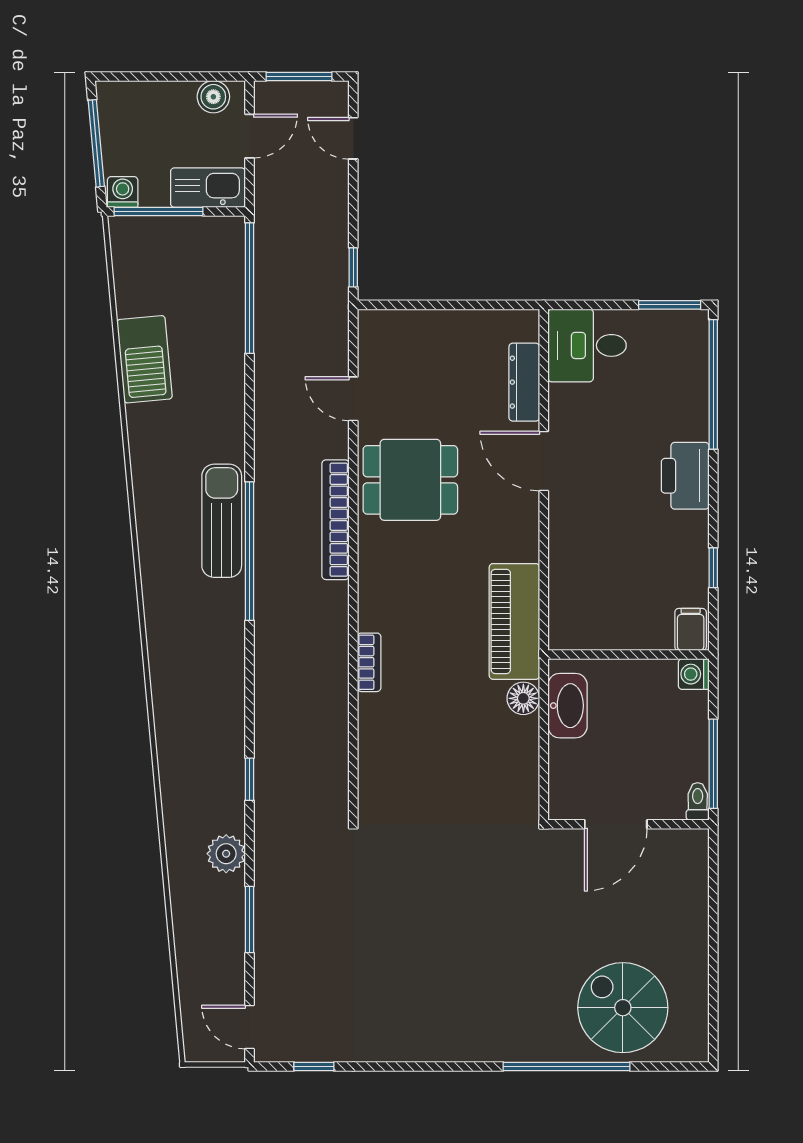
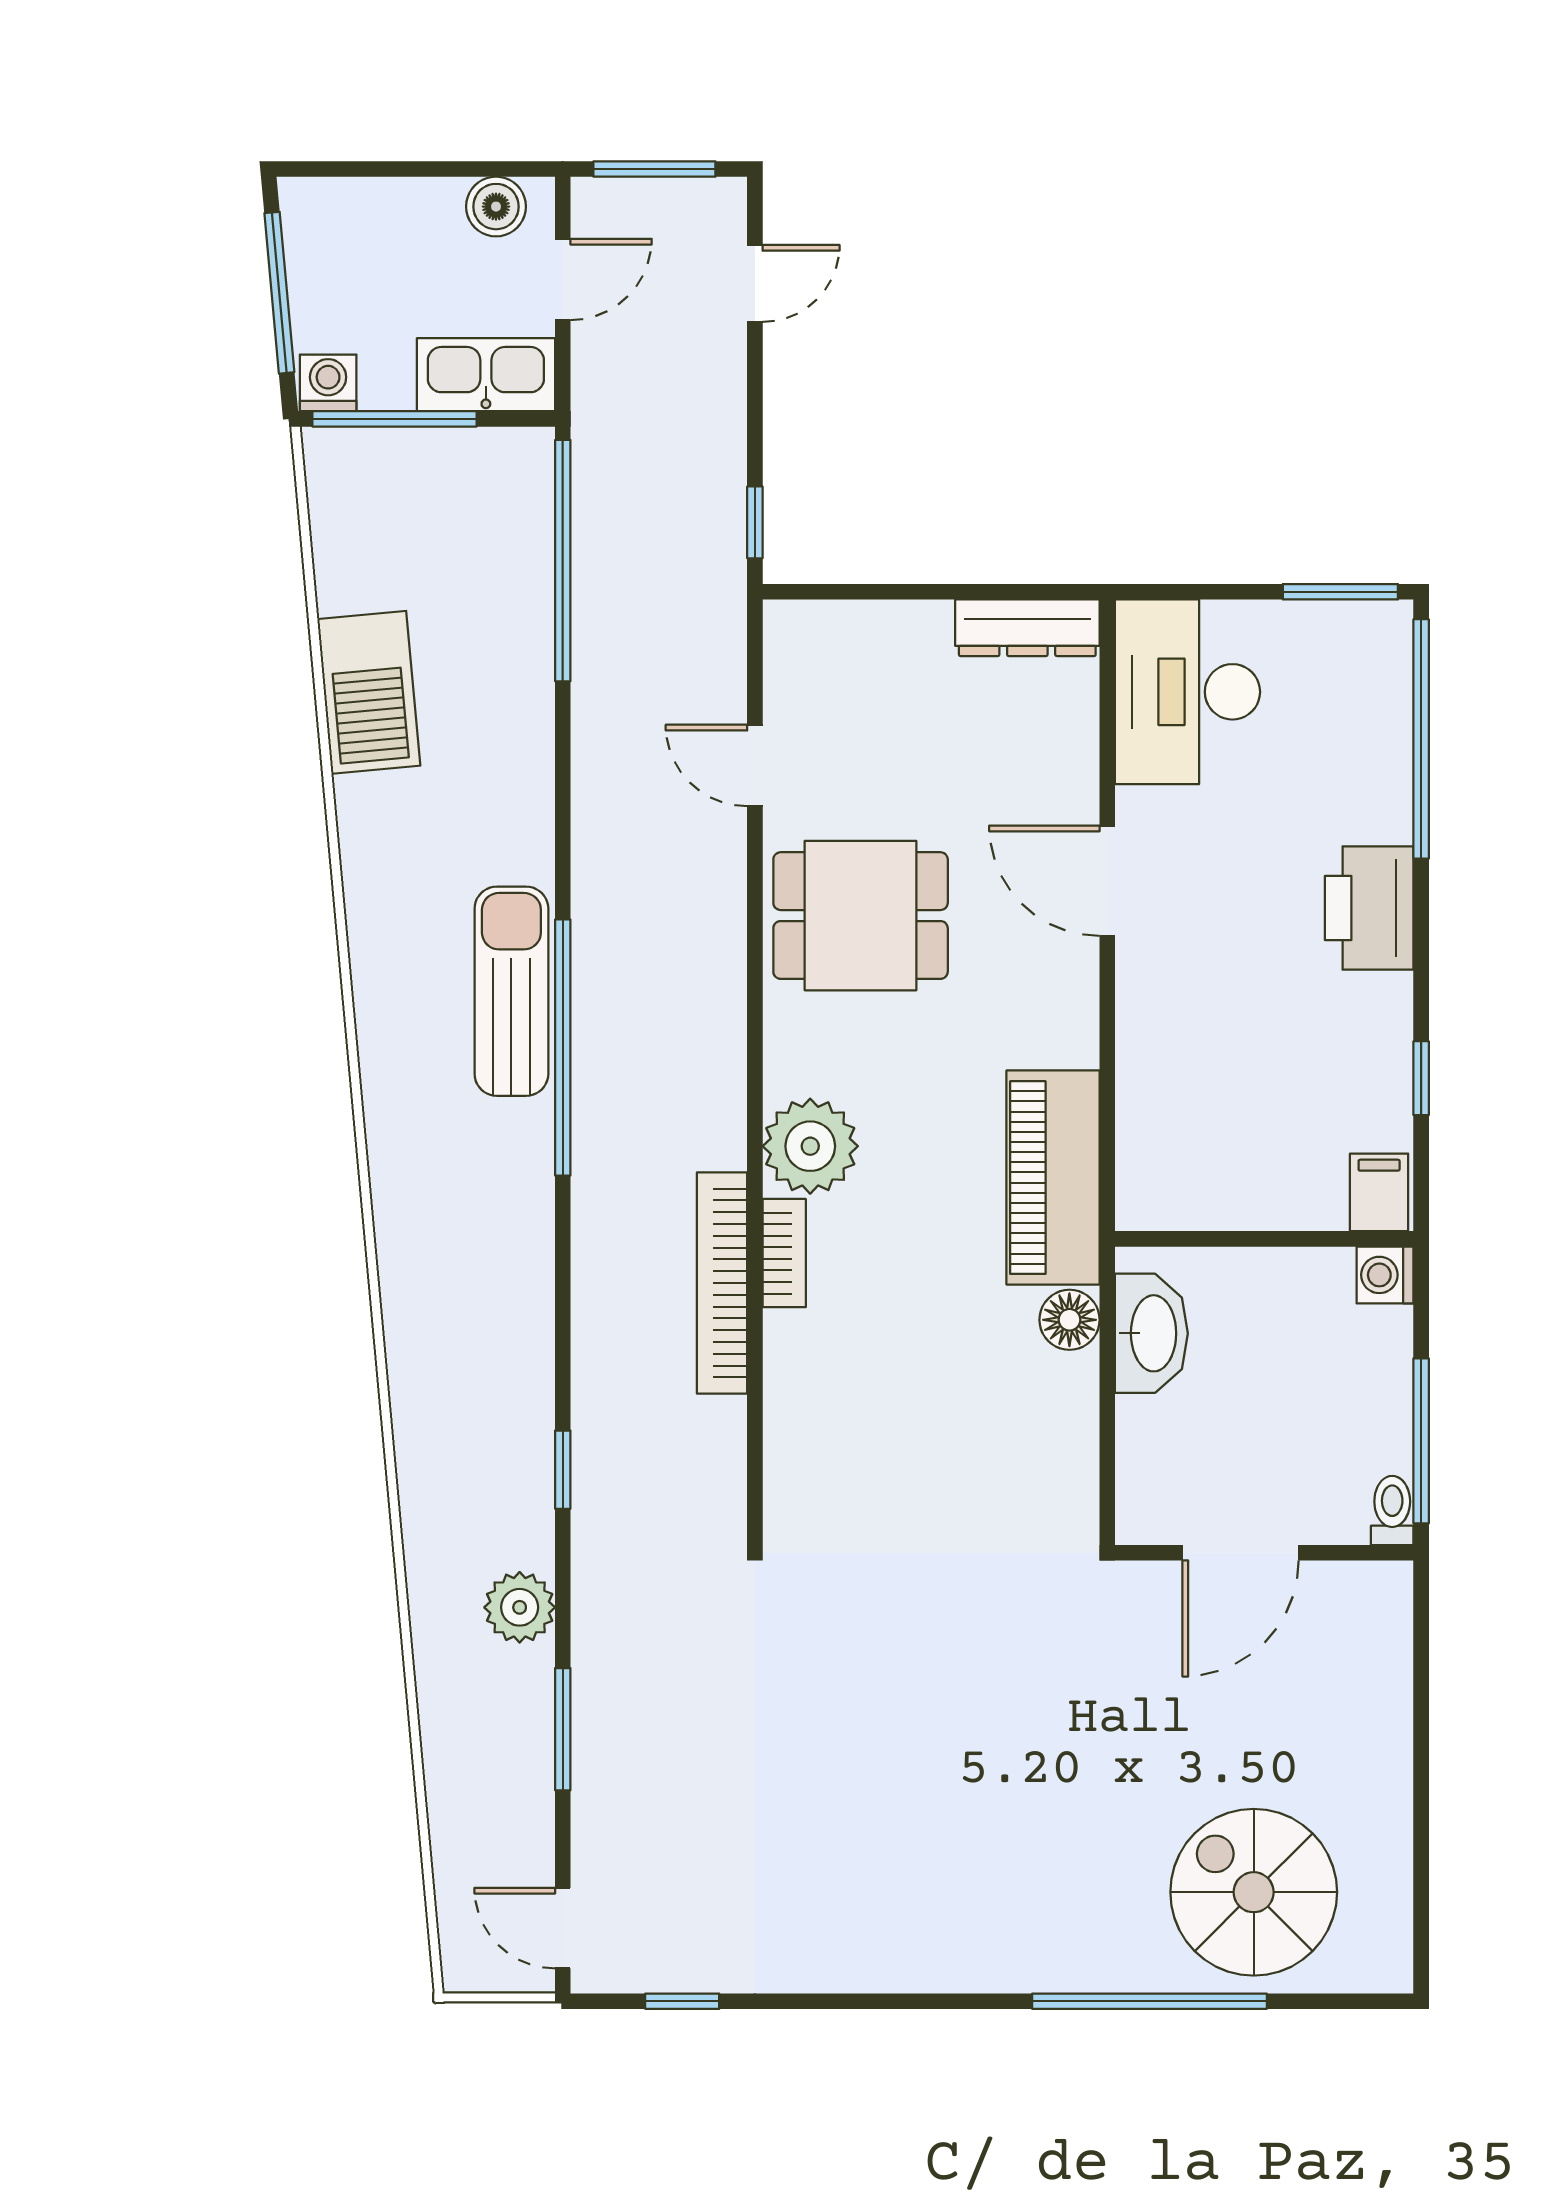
door: (353, 138) -> (755, 283), swing flipped
desk: (587, 345) -> (1187, 692), width x1.37
dresser: (524, 382) -> (1027, 628), moved, turned -90
bookcase: (336, 520) -> (722, 1283), moved
plant: (383, 604) -> (810, 1146), added

